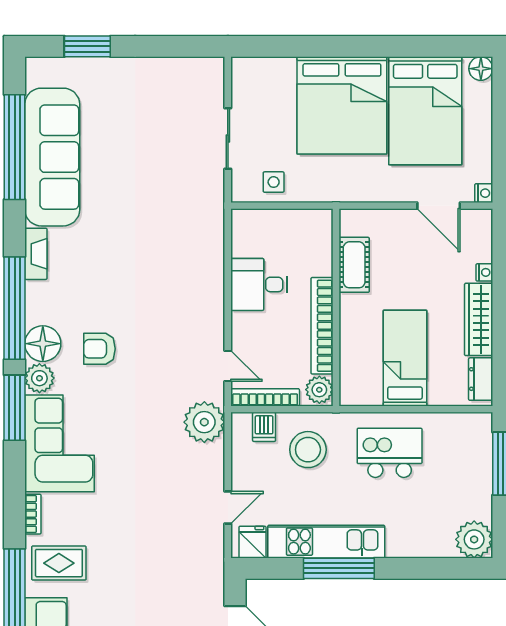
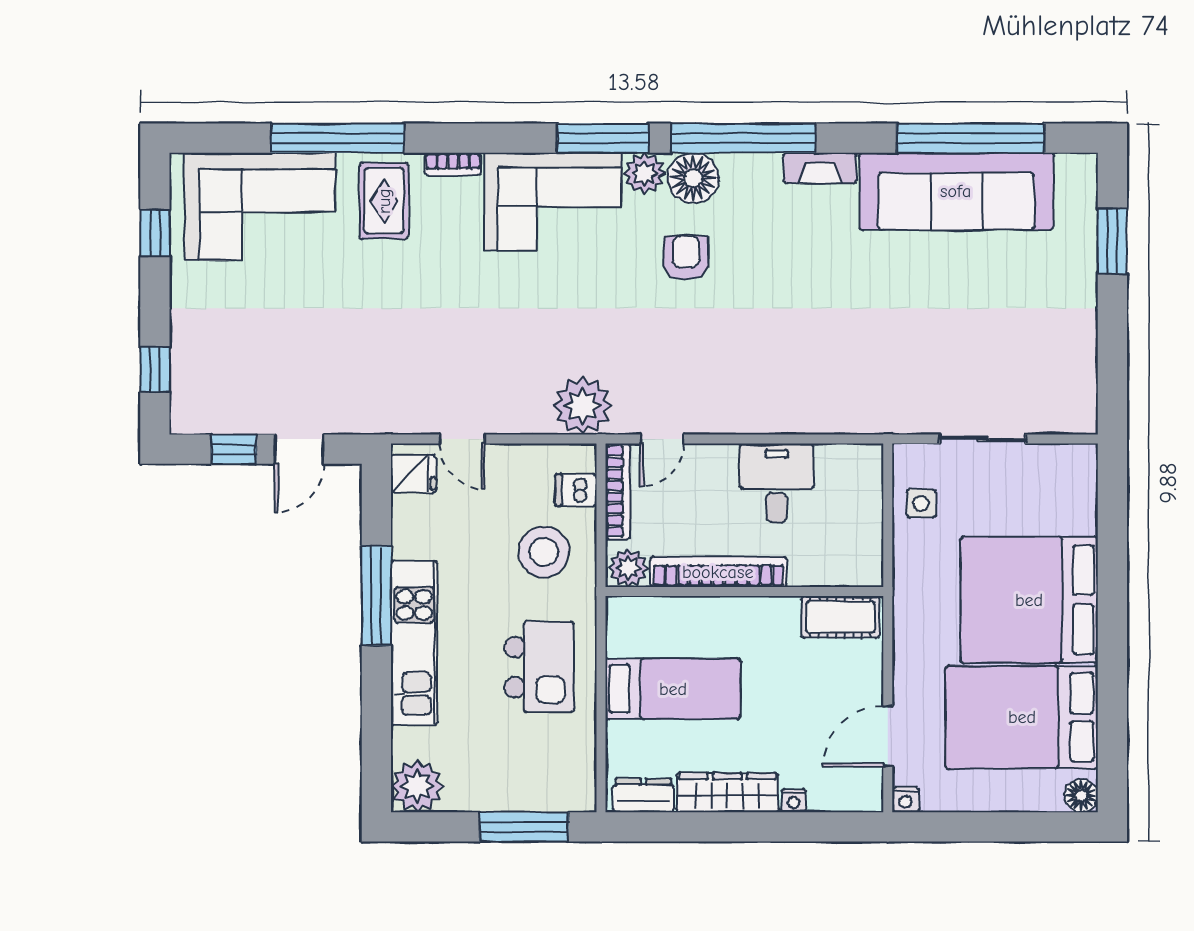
cot: (354, 265) -> (840, 617), moved
kitchen unit: (326, 542) -> (414, 643), moved

